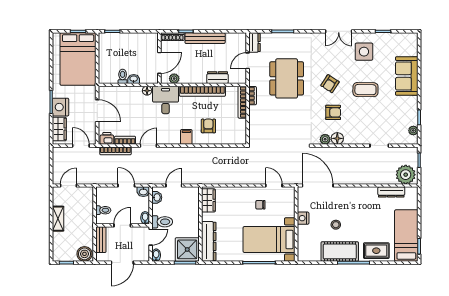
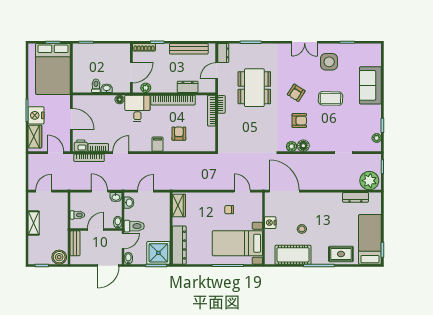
bench: (205, 38) -> (189, 49), moved
cot: (340, 251) -> (293, 255), moved
door: (122, 263) -> (108, 266), moved

